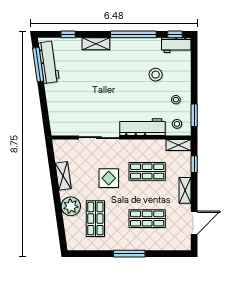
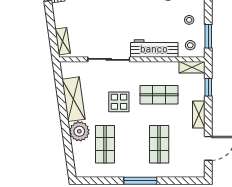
shelving: (55, 120) -> (63, 41), added
shelving: (63, 176) -> (73, 99), width x1.50, depth x1.33
shop shelf: (147, 219) -> (159, 144), turned 90

